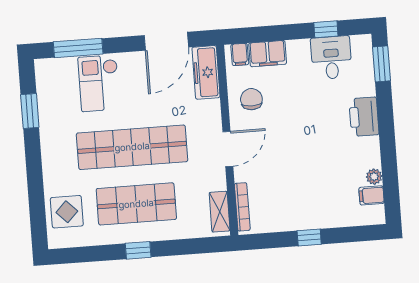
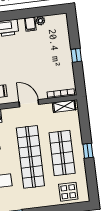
filing cabinet: (372, 195) -> (30, 24), moved

